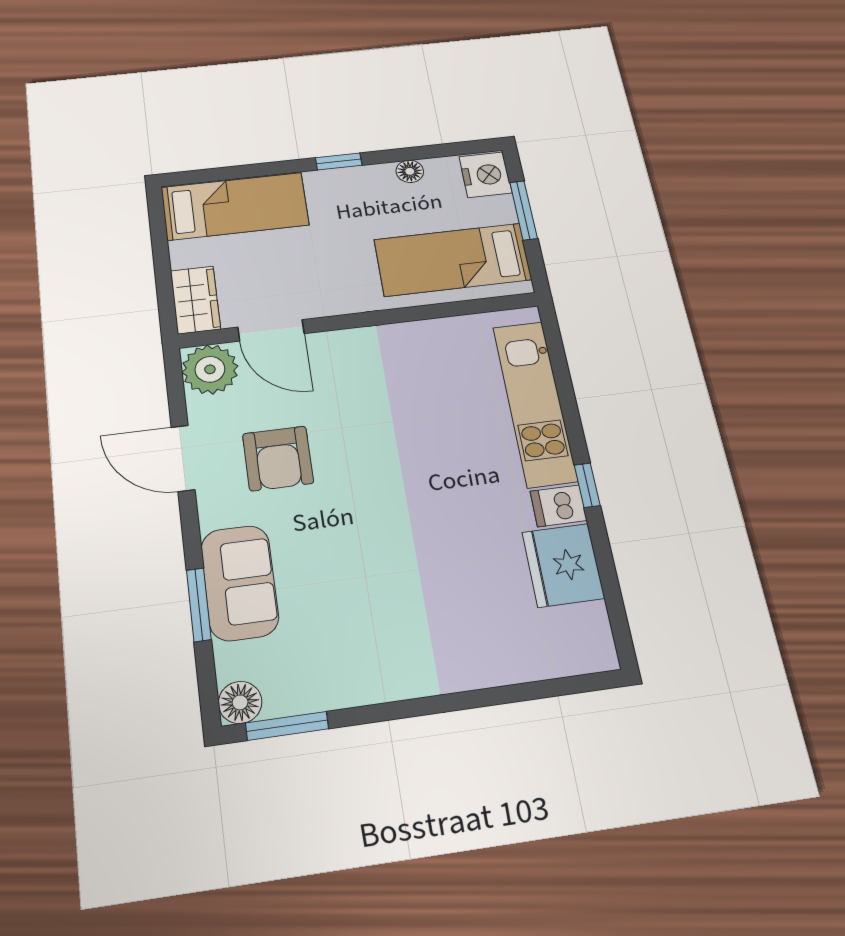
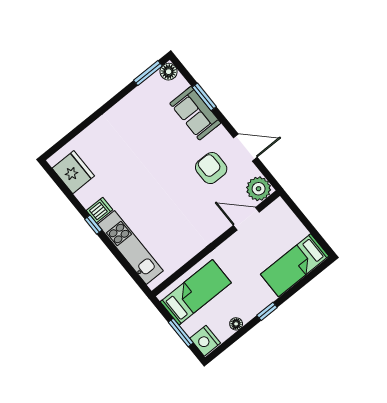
wardrobe: (195, 300) -> (283, 214), removed
fridge: (563, 565) -> (73, 172), moved

